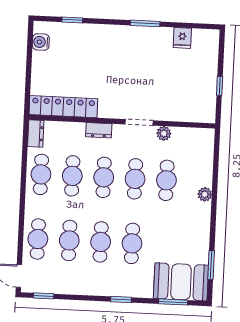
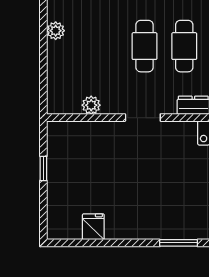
window: (145, 23) -> (179, 243), moved
plant: (164, 133) -> (91, 105), moved
cafe table: (166, 180) -> (105, 46), removed

